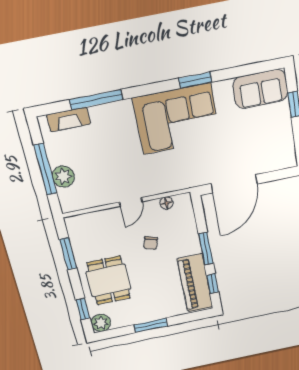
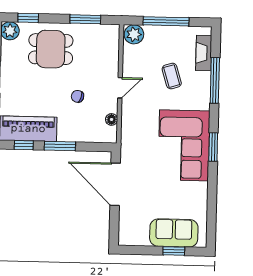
window: (195, 80) -> (213, 147), moved
sofa: (260, 89) -> (174, 233), moved, turned 90
coffee table: (104, 150) -> (172, 76), added
plant: (63, 176) -> (134, 34), moved
door: (131, 202) -> (120, 88), swing flipped

